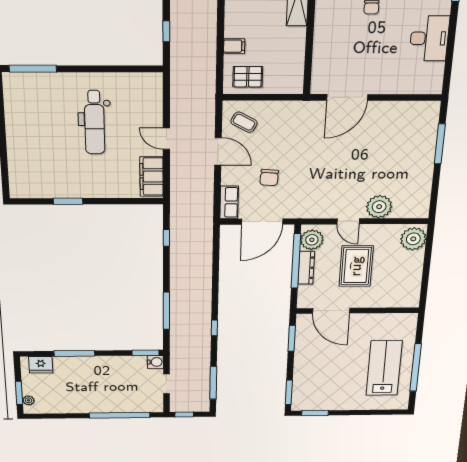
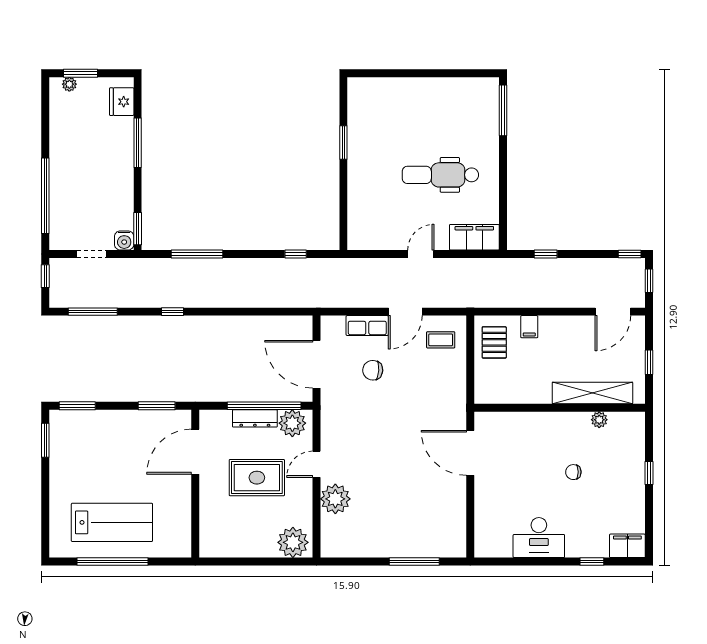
coffee table: (244, 122) -> (441, 340), turned 61
filing cabinet: (152, 177) -> (474, 237), moved
row of seats: (229, 202) -> (367, 326), moved

